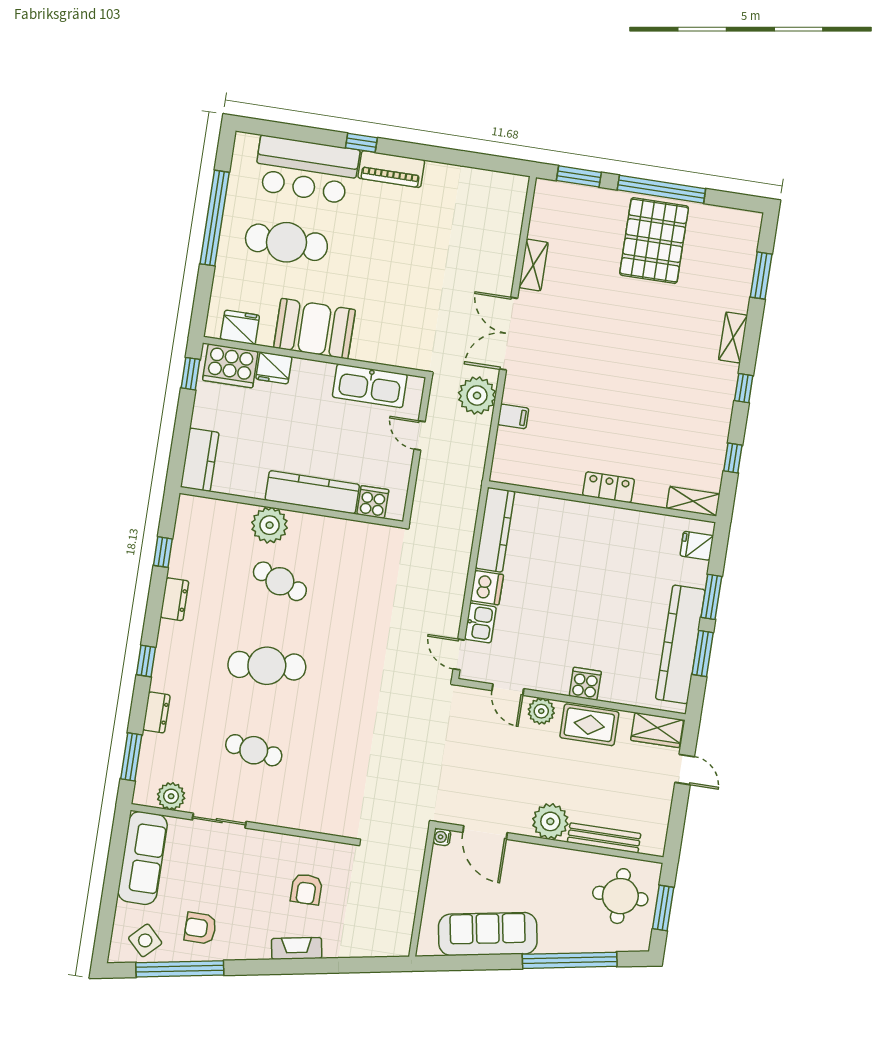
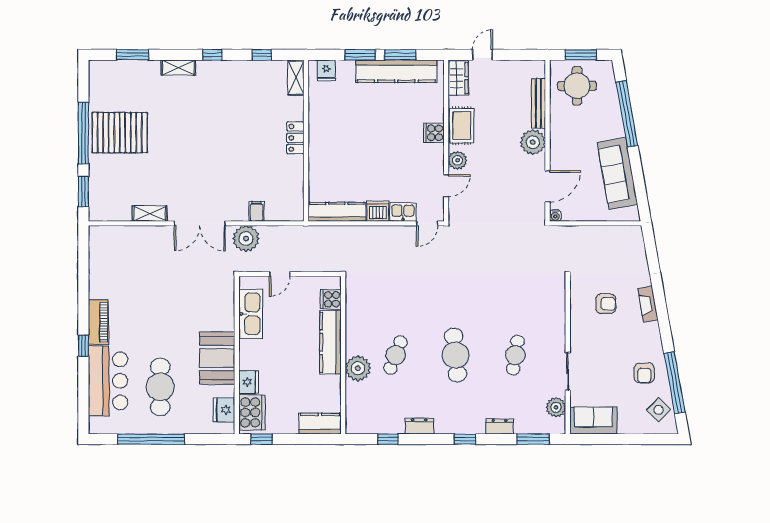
sofa: (143, 858) -> (593, 420), width x0.73

